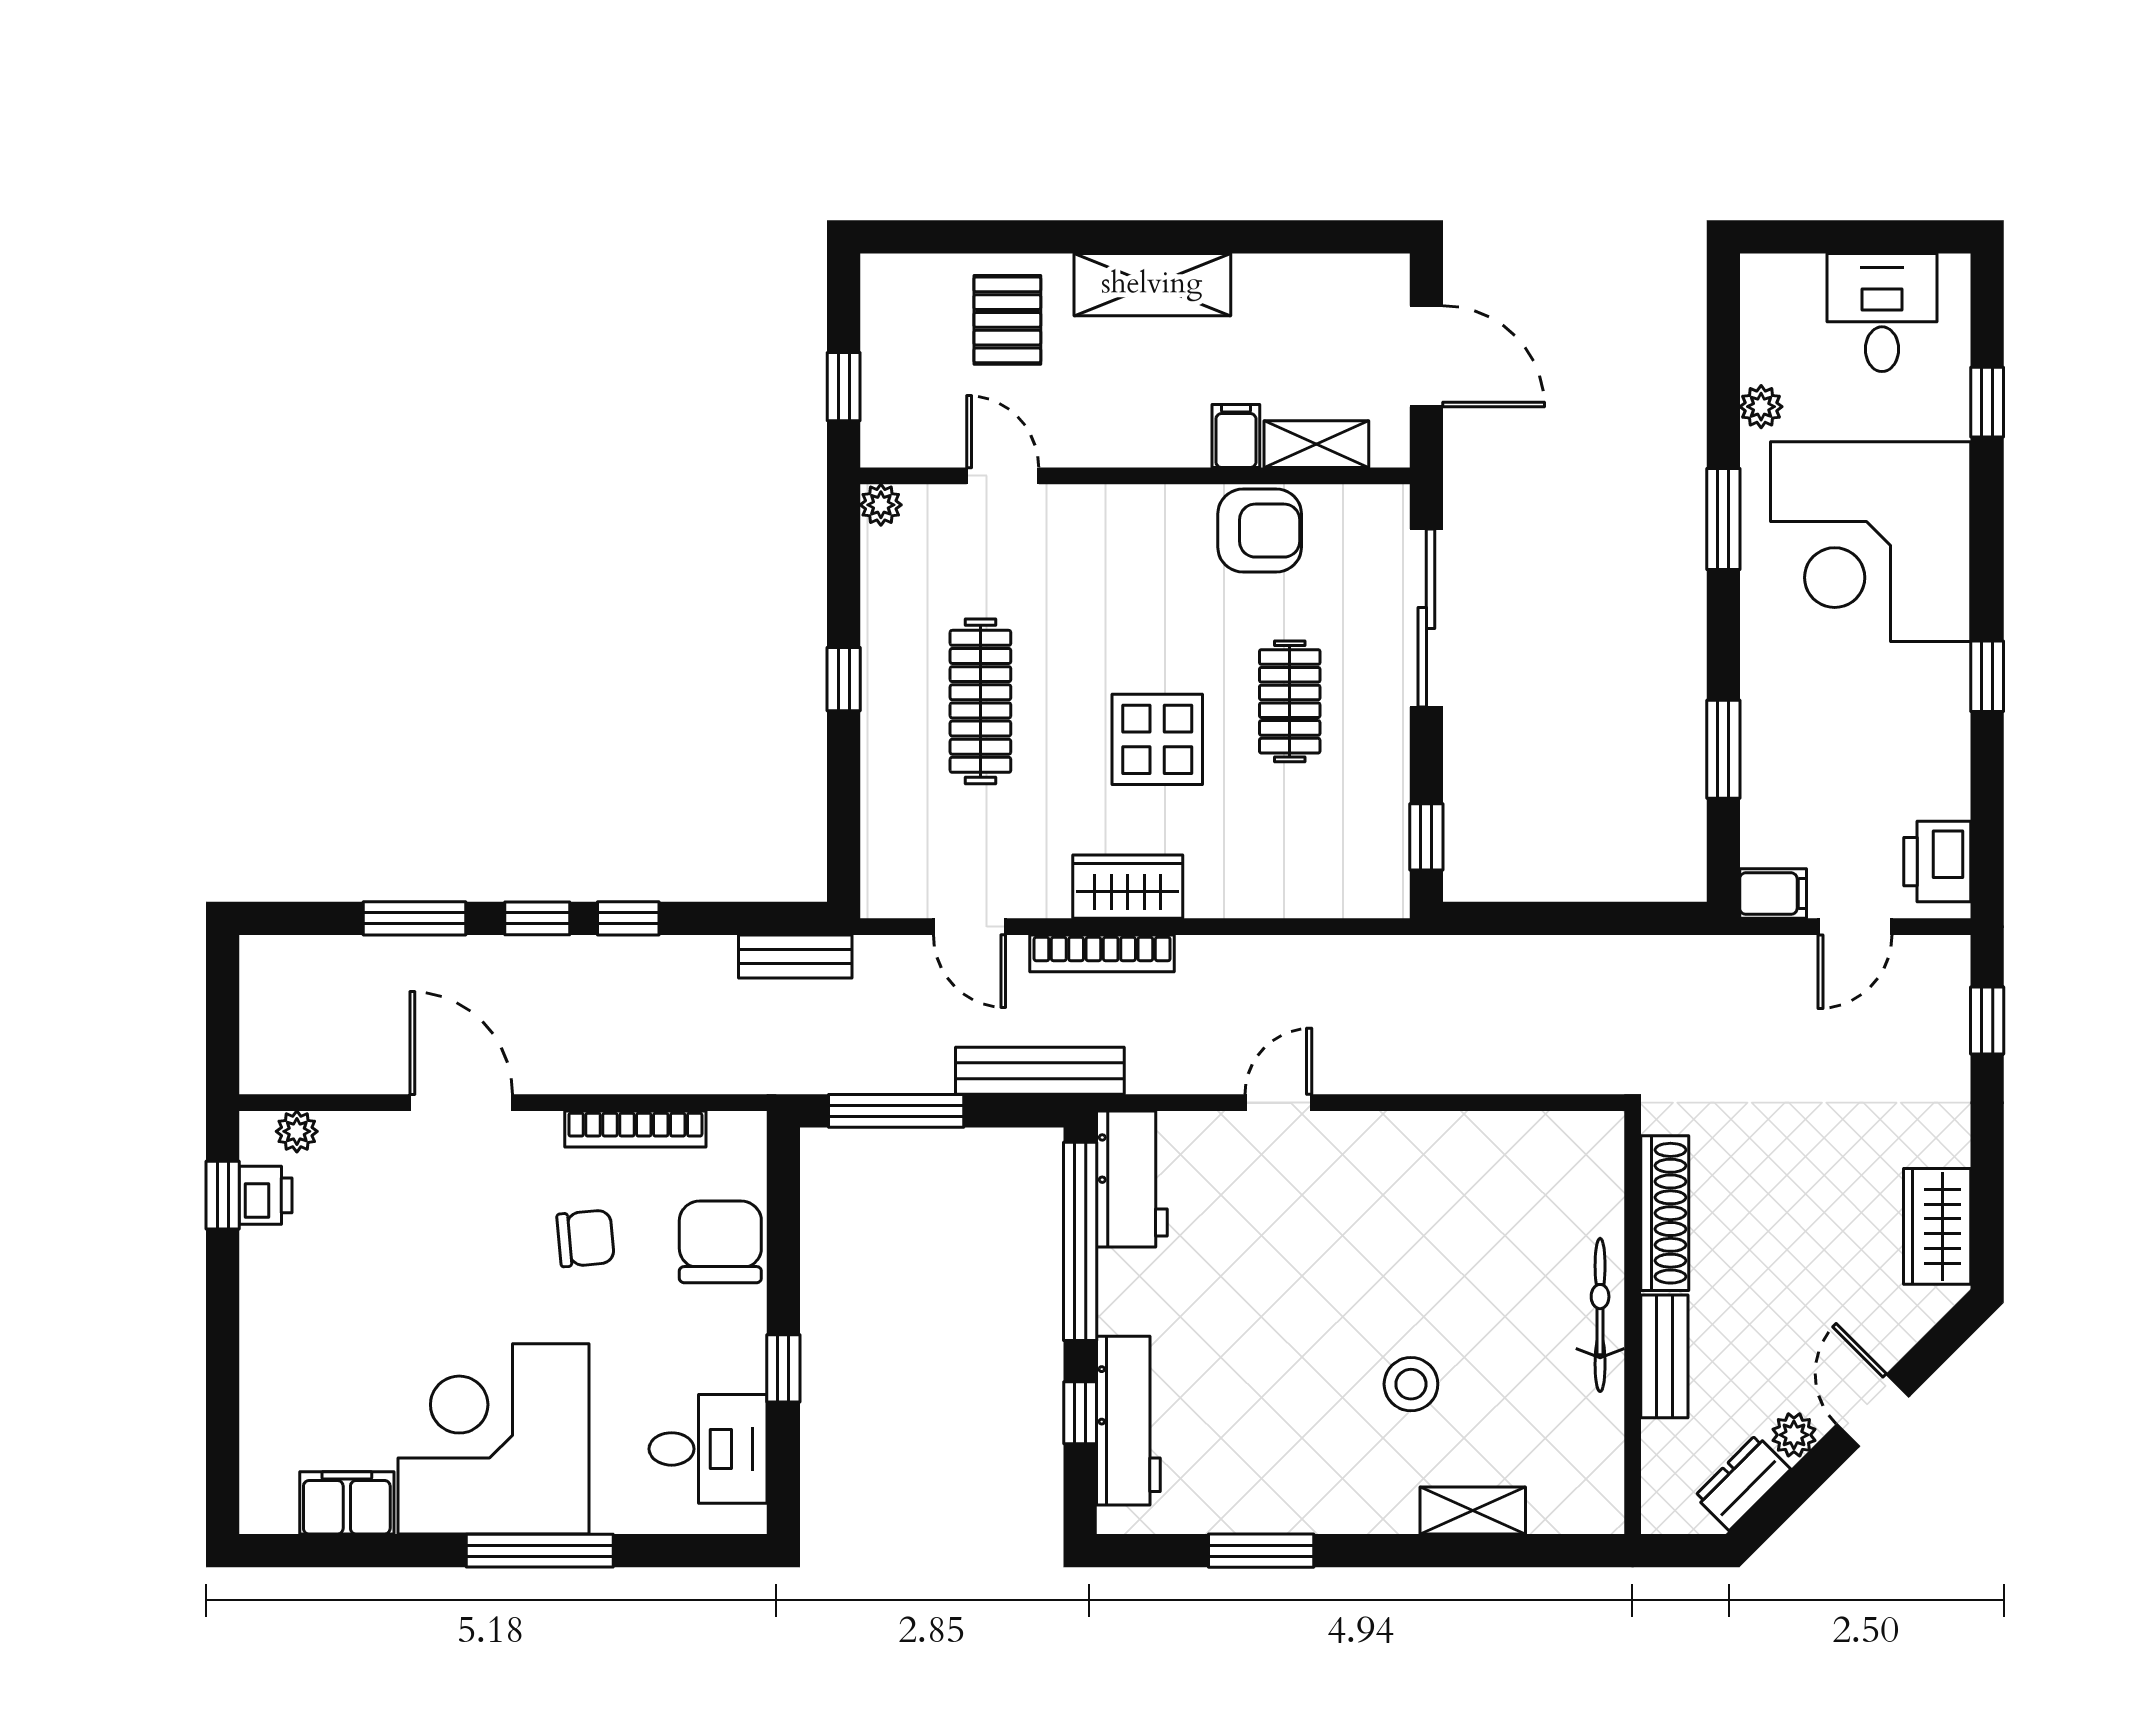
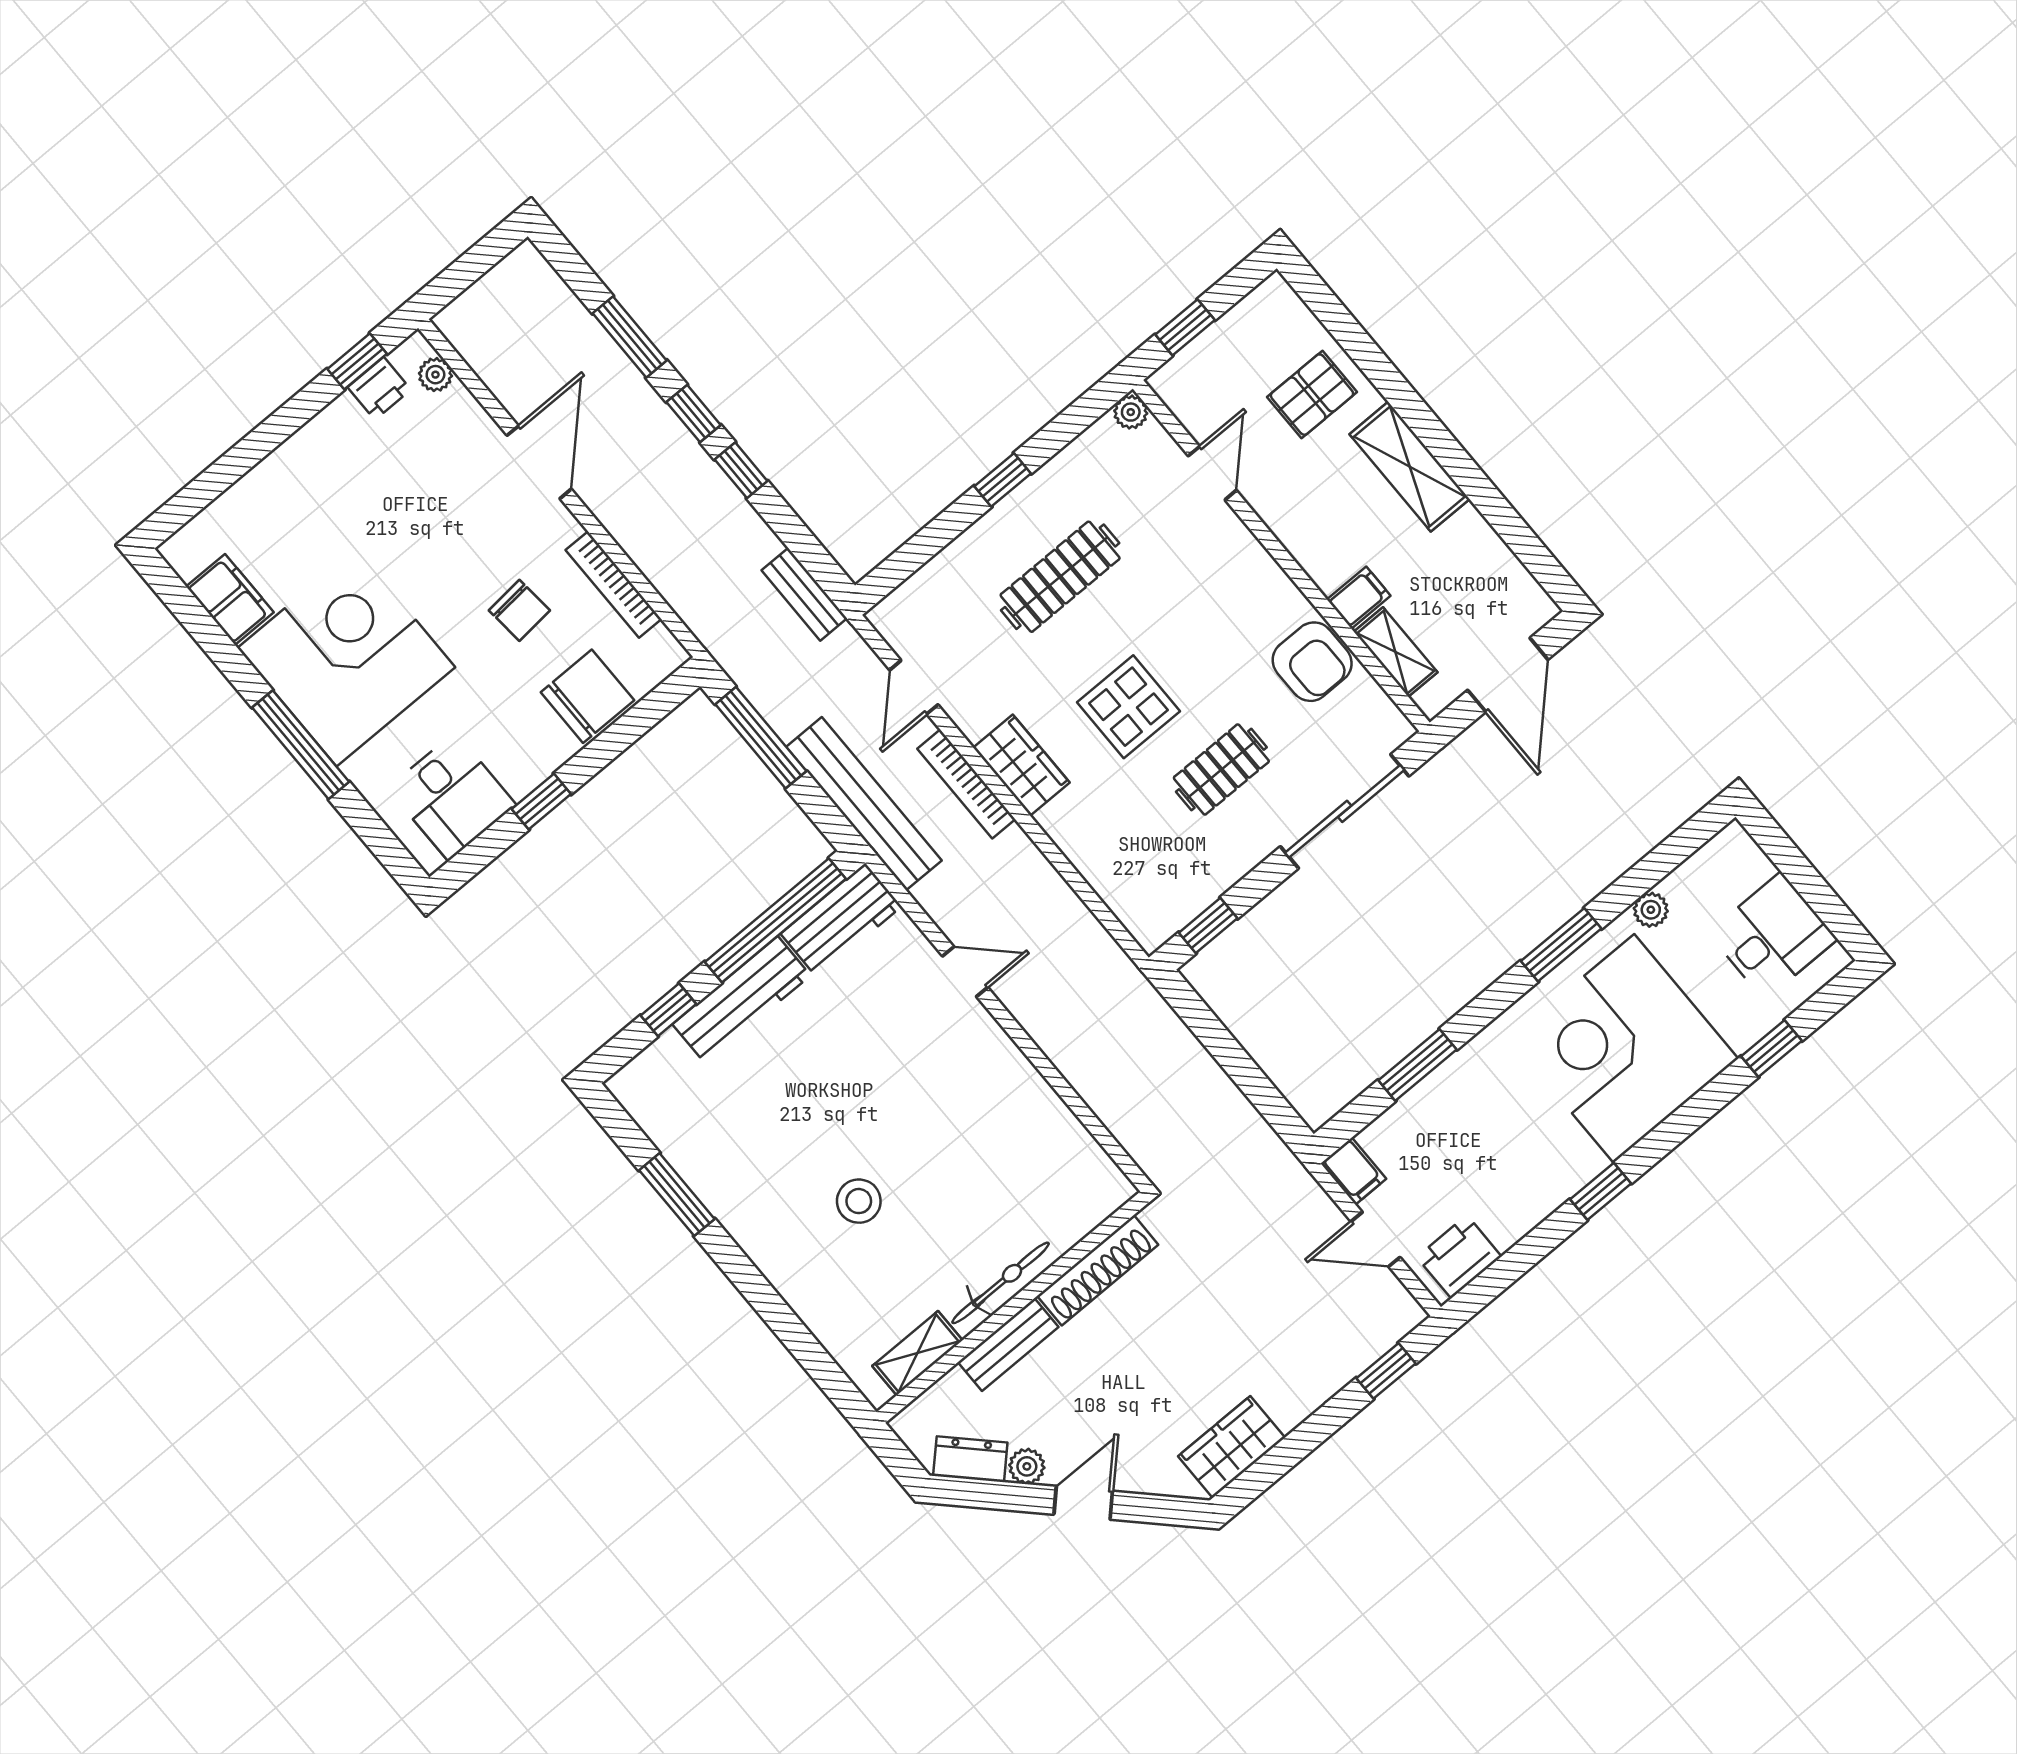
bench: (1040, 1071) -> (864, 804), width x1.37, depth x1.21
workbench: (1128, 1421) -> (741, 1000), moved
shelving: (1473, 1510) -> (917, 1353), moved, turned 90

